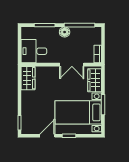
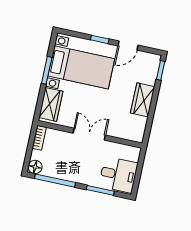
floor lamp: (65, 32) -> (35, 167), moved
desk: (34, 51) -> (118, 175), moved
double door: (72, 65) -> (89, 134), moved
wardrobe: (28, 78) -> (143, 100), moved

